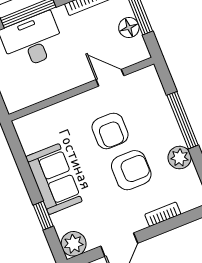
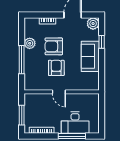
floor lamp: (129, 28) -> (29, 111), removed
door: (110, 78) -> (59, 92), moved

